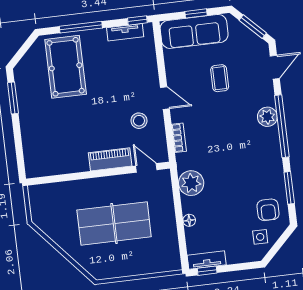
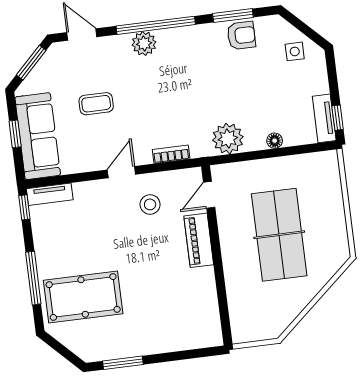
tv unit: (125, 32) -> (50, 194), moved, turned 90
armchair: (268, 210) -> (241, 35), moved

